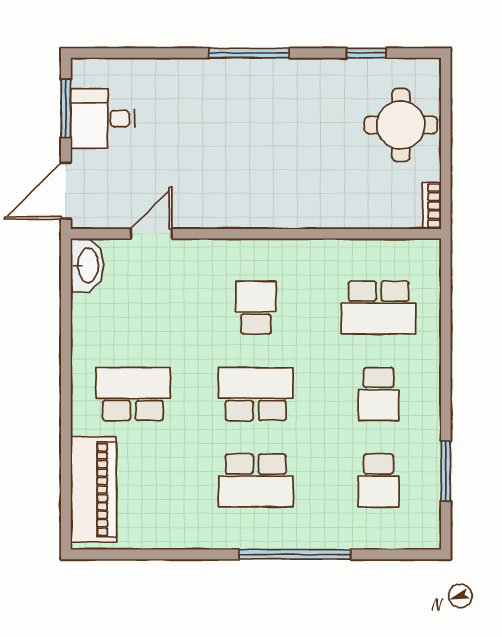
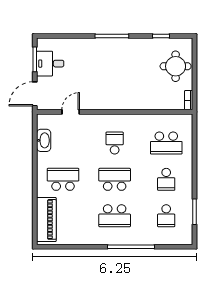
washbasin: (87, 265) -> (44, 140), moved

